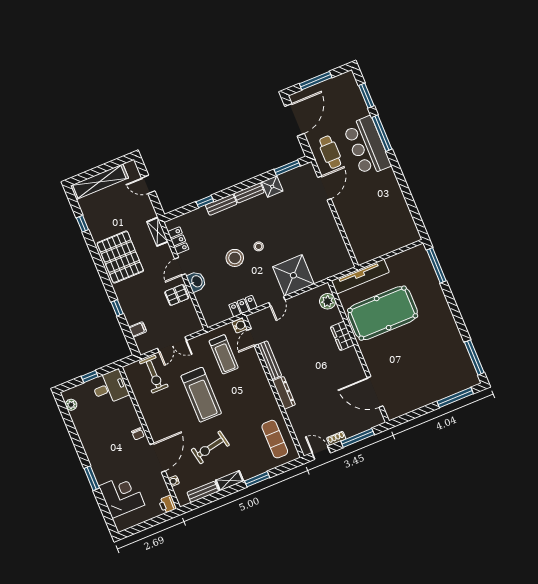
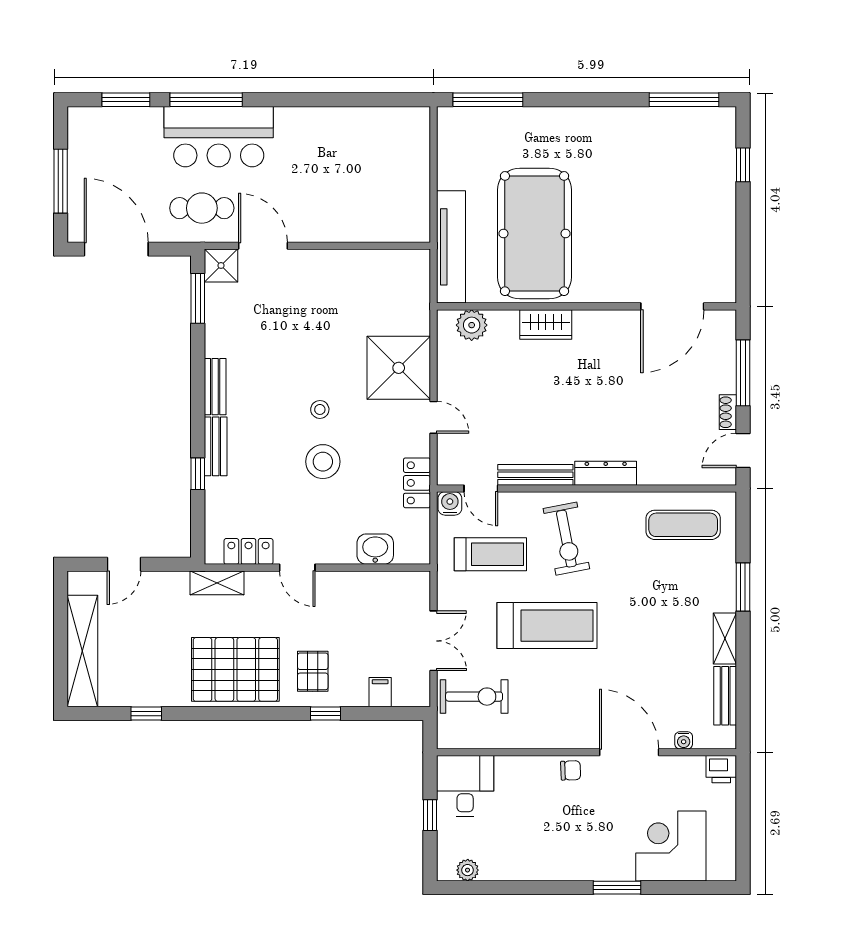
shower: (272, 187) -> (221, 265), moved
washbasin: (196, 281) -> (375, 549), moved
pallet: (177, 295) -> (313, 671), moved
window: (455, 398) -> (743, 165), width x0.46
exercise bike: (210, 447) -> (566, 539), moved

